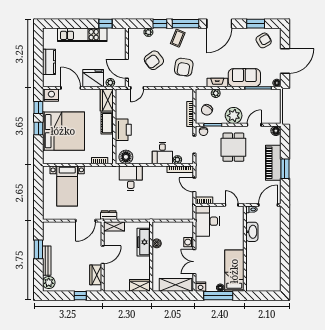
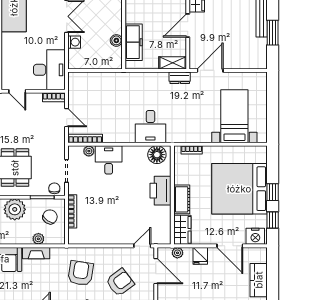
fridge: (93, 78) -> (200, 256), width x0.53, depth x0.75

